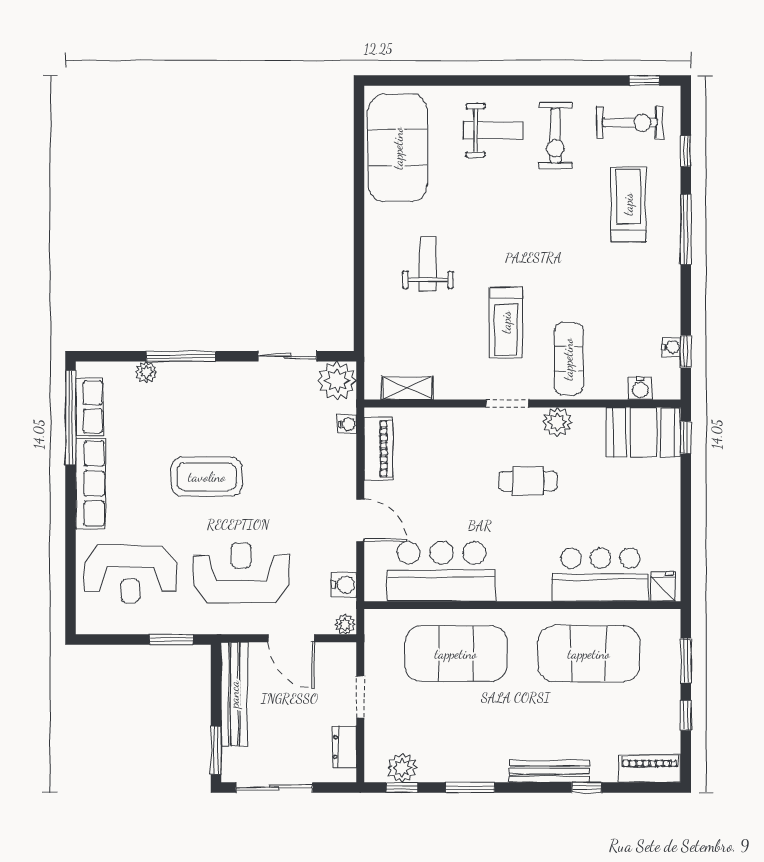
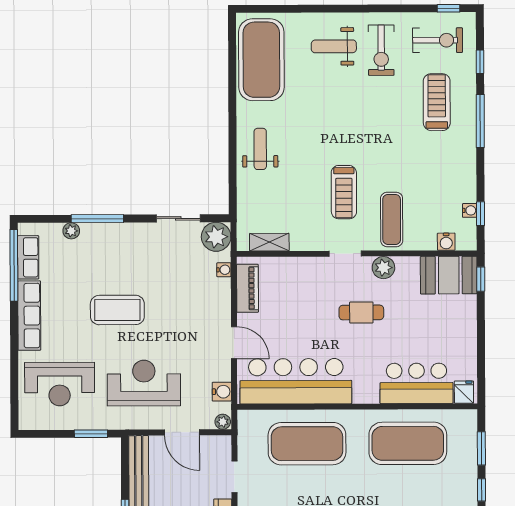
weight bench: (493, 130) -> (334, 46), turned 180
weight bench: (428, 263) -> (260, 149), moved
bar counter: (441, 571) -> (296, 381), width x1.36

